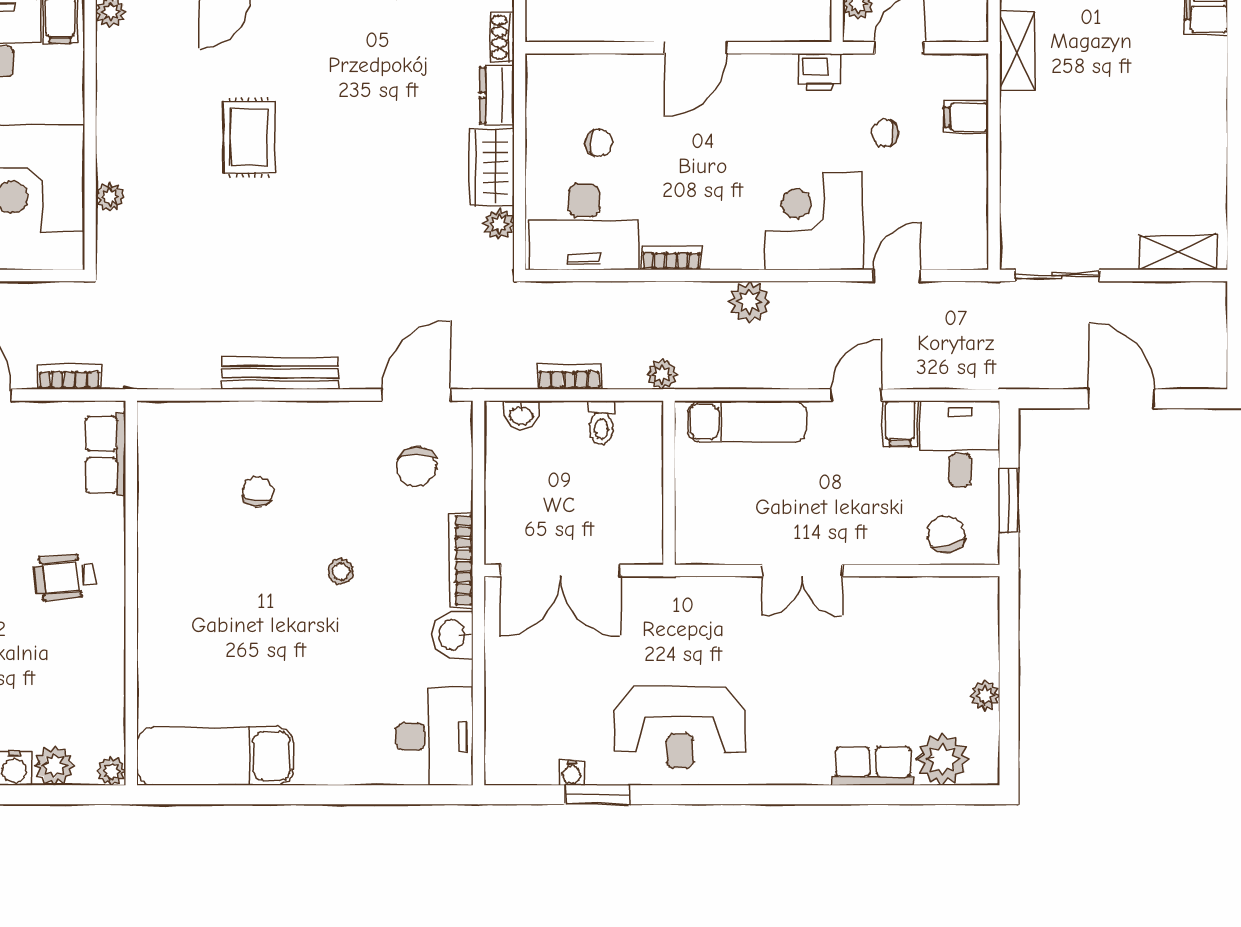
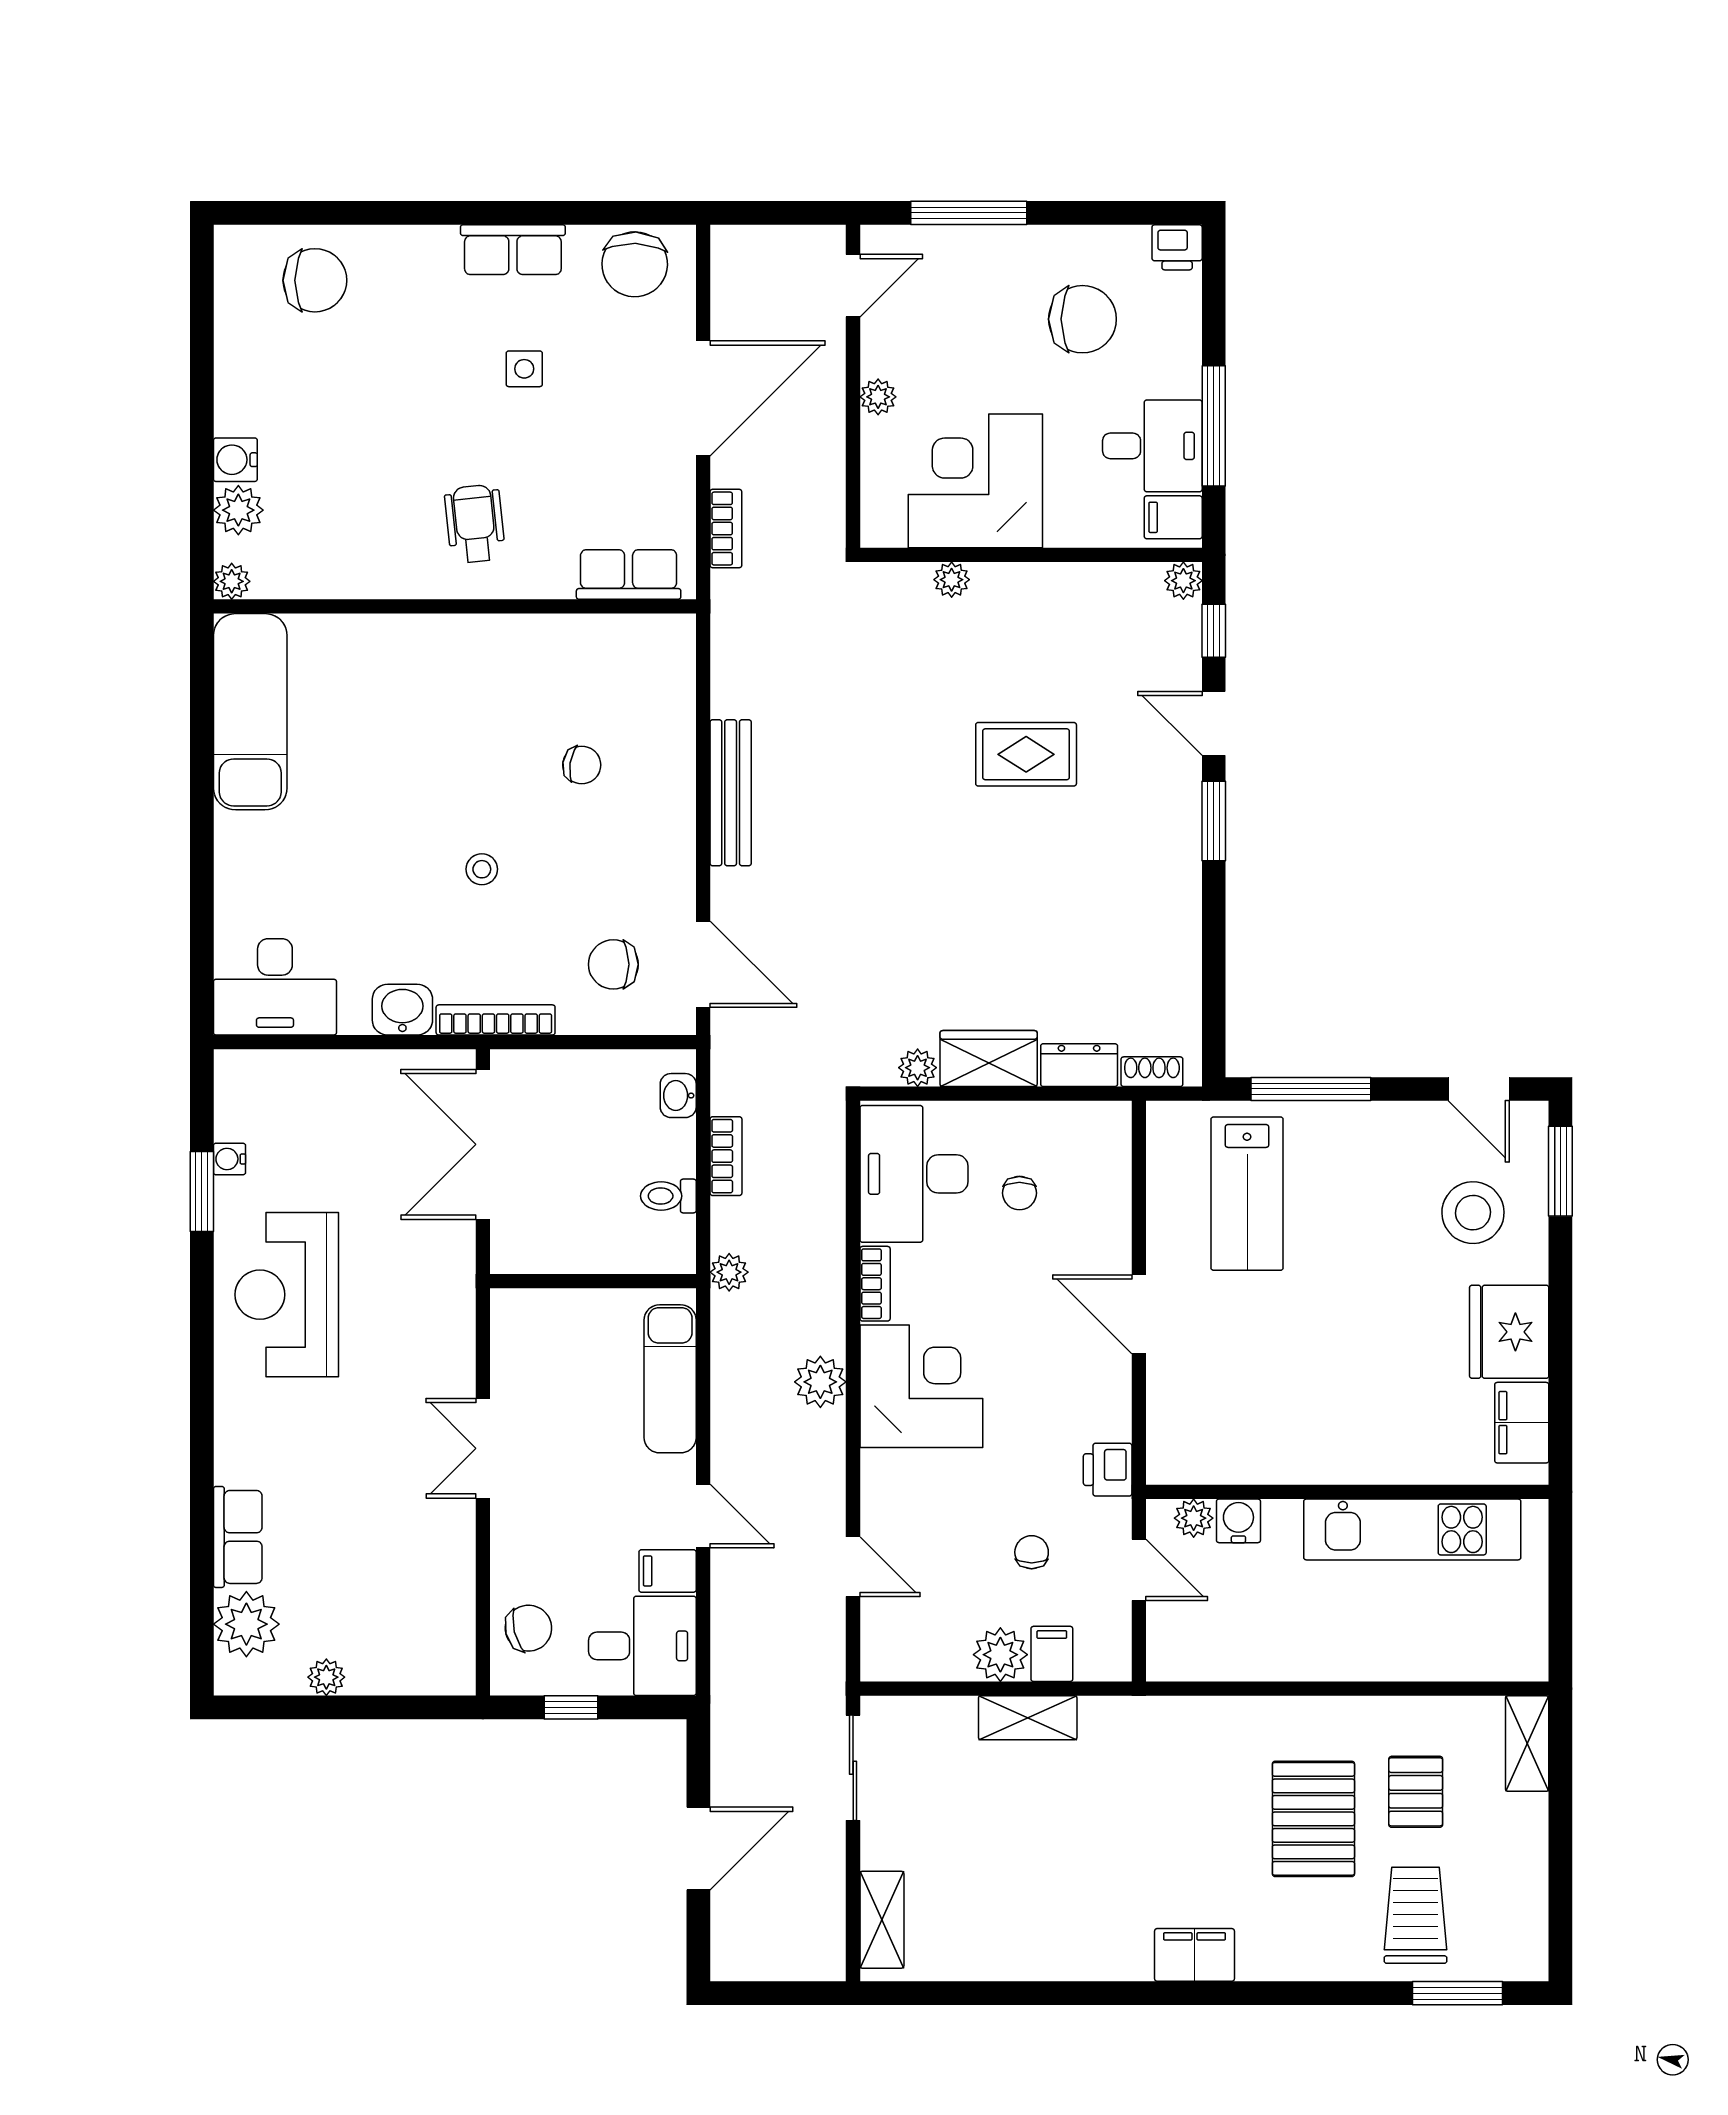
shelving: (1017, 52) -> (1028, 1718), moved
plant: (967, 158) -> (1000, 1655), added
corner desk: (814, 221) -> (921, 1386), moved
window: (1009, 500) -> (571, 1707), width x0.67

